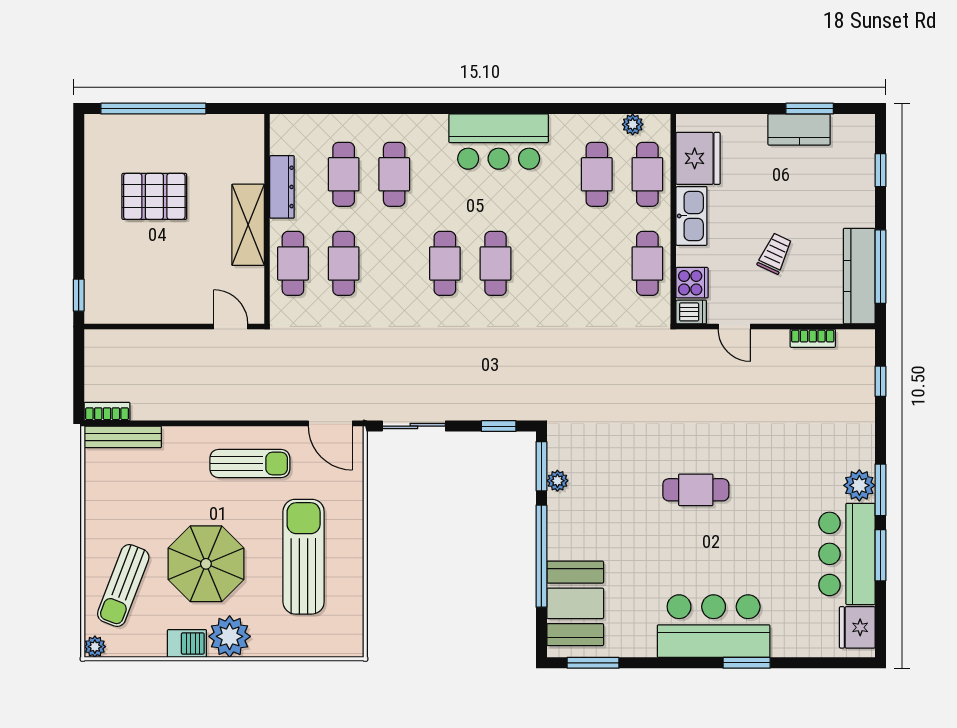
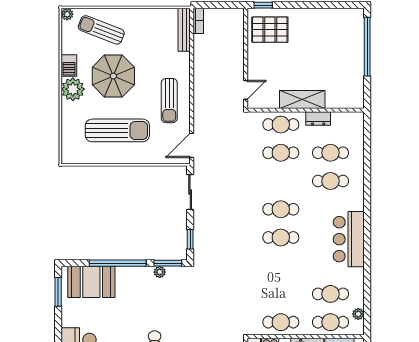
dresser: (282, 187) -> (318, 118), width x0.70
pallet: (154, 196) -> (270, 30), moved, turned 90

